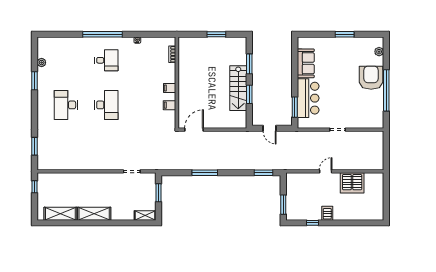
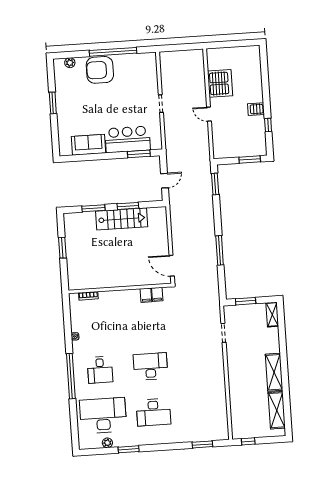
desk: (66, 60) -> (103, 416), added
desk: (106, 60) -> (100, 370), turned 180
filing cabinet: (170, 88) -> (157, 294), moved

